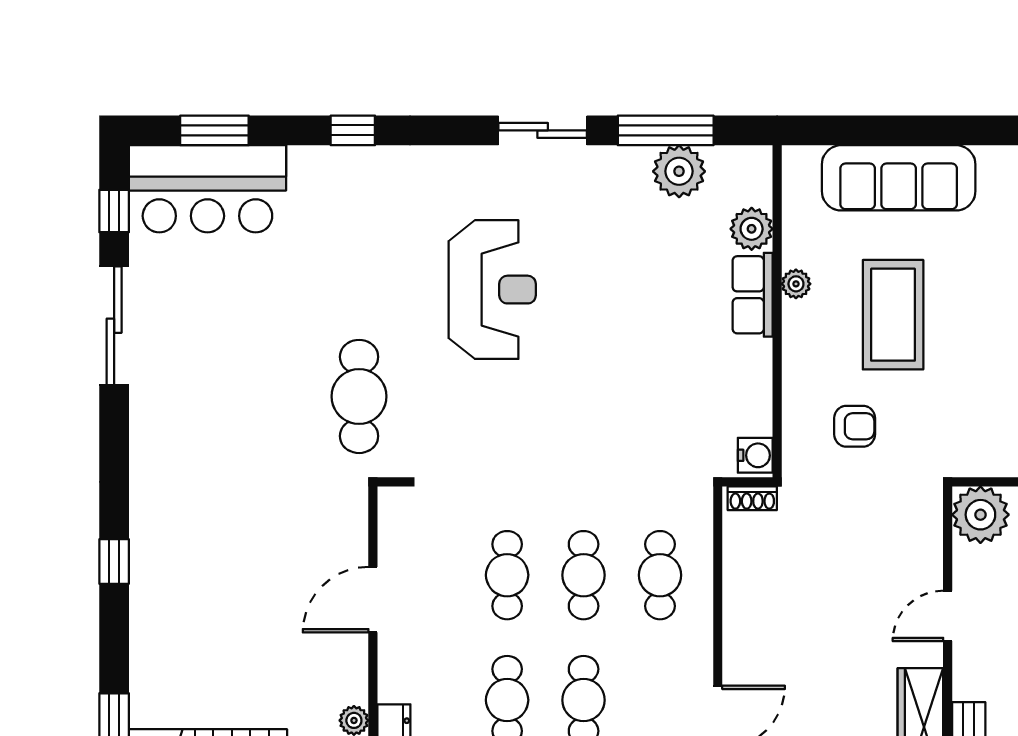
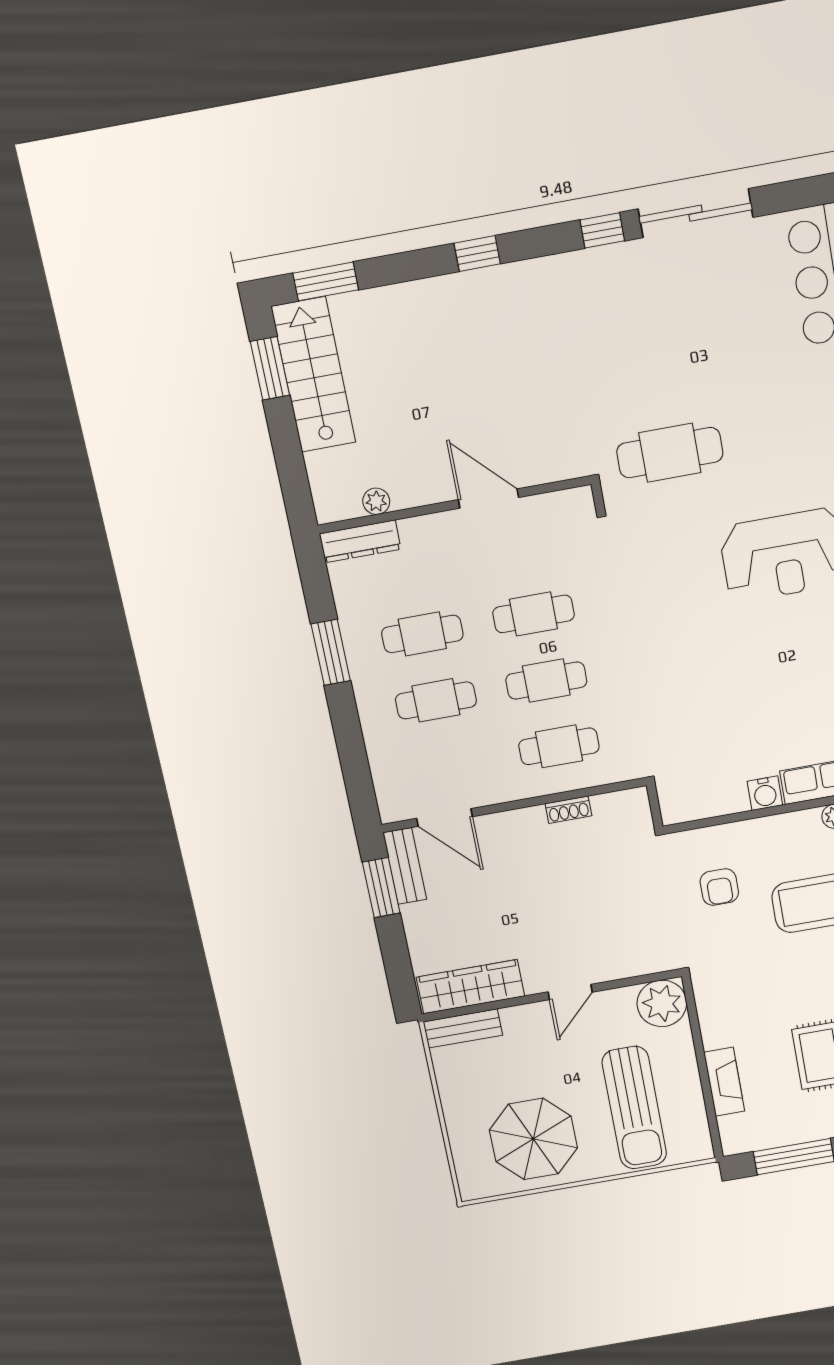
window: (114, 211) -> (602, 230), moved
water cooler: (755, 455) -> (765, 793), moved
shoe rack: (752, 498) -> (568, 810), moved, turned -90
door: (948, 616) -> (570, 992), swing flipped

